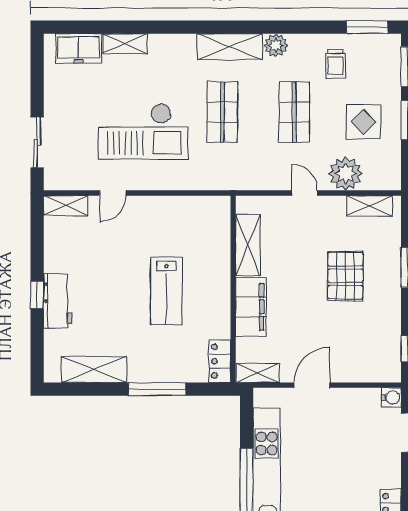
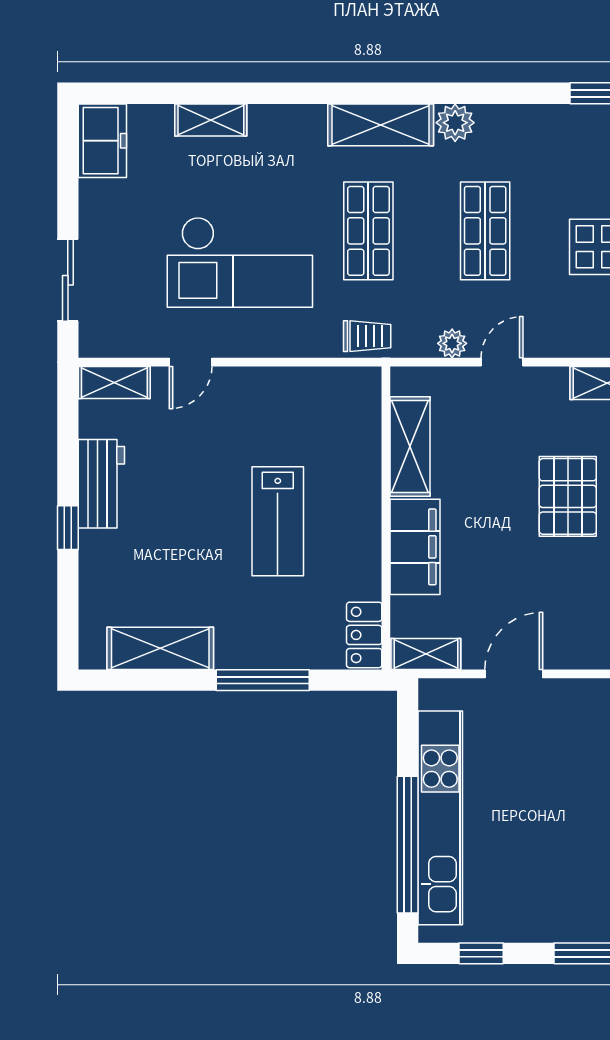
freezer: (79, 48) -> (102, 141), moved, turned -90
trolley: (335, 64) -> (367, 336), moved, turned -90
plant: (346, 174) -> (452, 343), moved, width x0.53, depth x0.53
door: (305, 193) -> (502, 362), hinge flipped
workbench: (58, 301) -> (101, 484), moved

